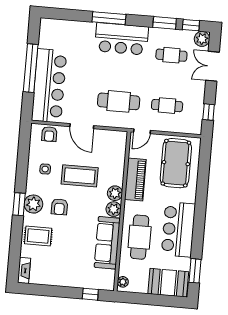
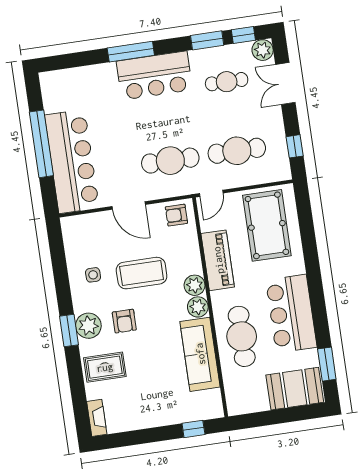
cafe table: (167, 106) -> (237, 151), width x1.37, depth x1.35
armchair: (49, 134) -> (176, 215), moved, turned 90
plant: (123, 282) -> (233, 402), removed

